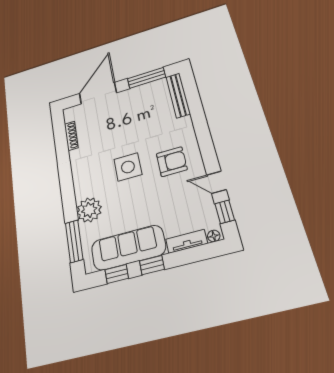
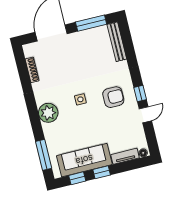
side table: (128, 167) -> (80, 99), width x0.54, depth x0.54
door: (216, 182) -> (145, 115), swing flipped
plant: (89, 210) -> (48, 113), moved
window: (225, 212) -> (140, 94), moved

